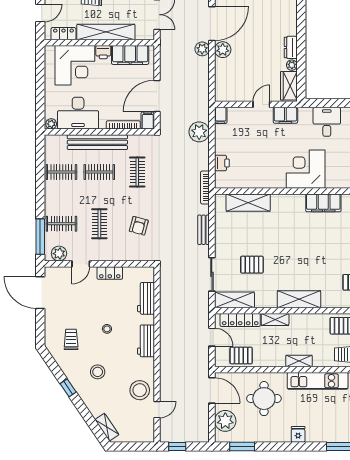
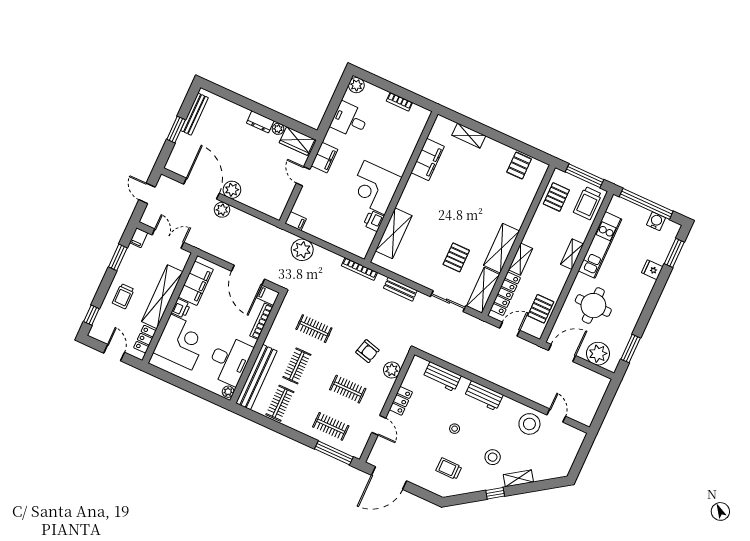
bench: (97, 142) -> (256, 377), moved
printer: (222, 163) -> (374, 221), moved, turned -90
corner desk: (306, 169) -> (375, 188), moved
clothes rail: (61, 224) -> (331, 426), turned 90
plant: (59, 254) -> (392, 370), moved
shelving: (299, 299) -> (501, 248), moved
shelving: (107, 427) -> (518, 478), moved
fridge: (298, 434) -> (652, 270), moved
window: (177, 446) -> (602, 412), removed

